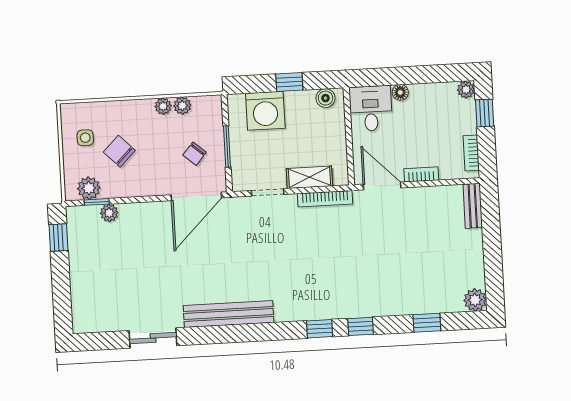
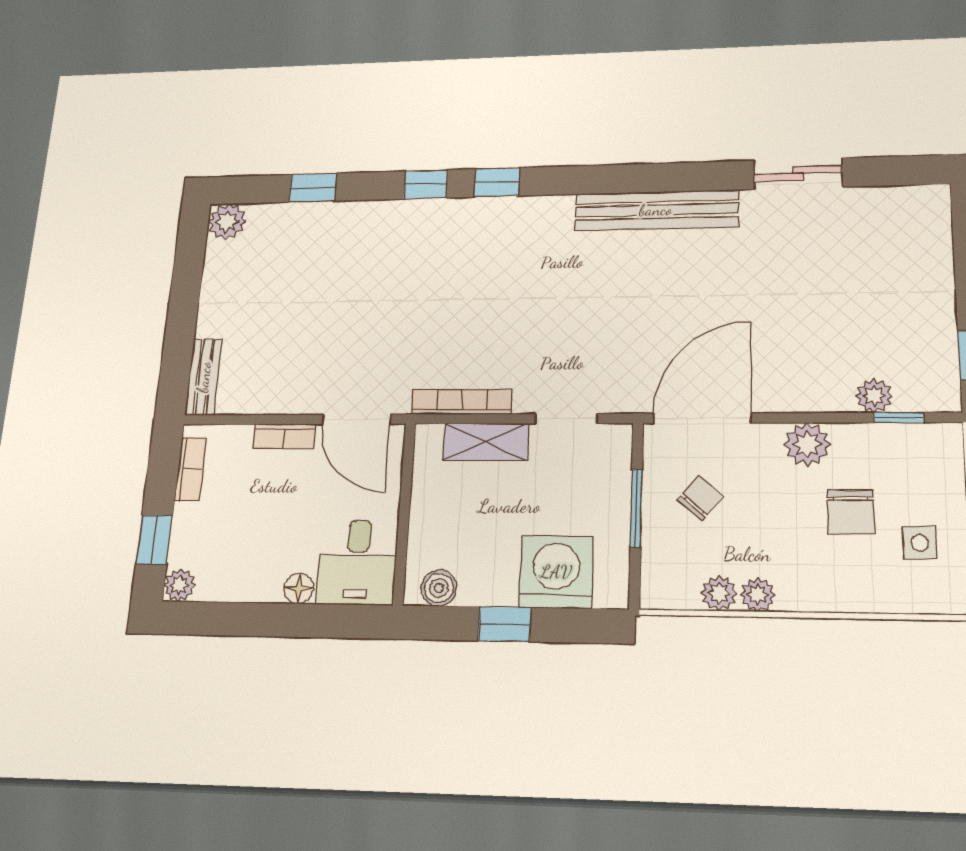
chair: (119, 151) -> (851, 512), turned 45
plant: (89, 188) -> (807, 444), moved

